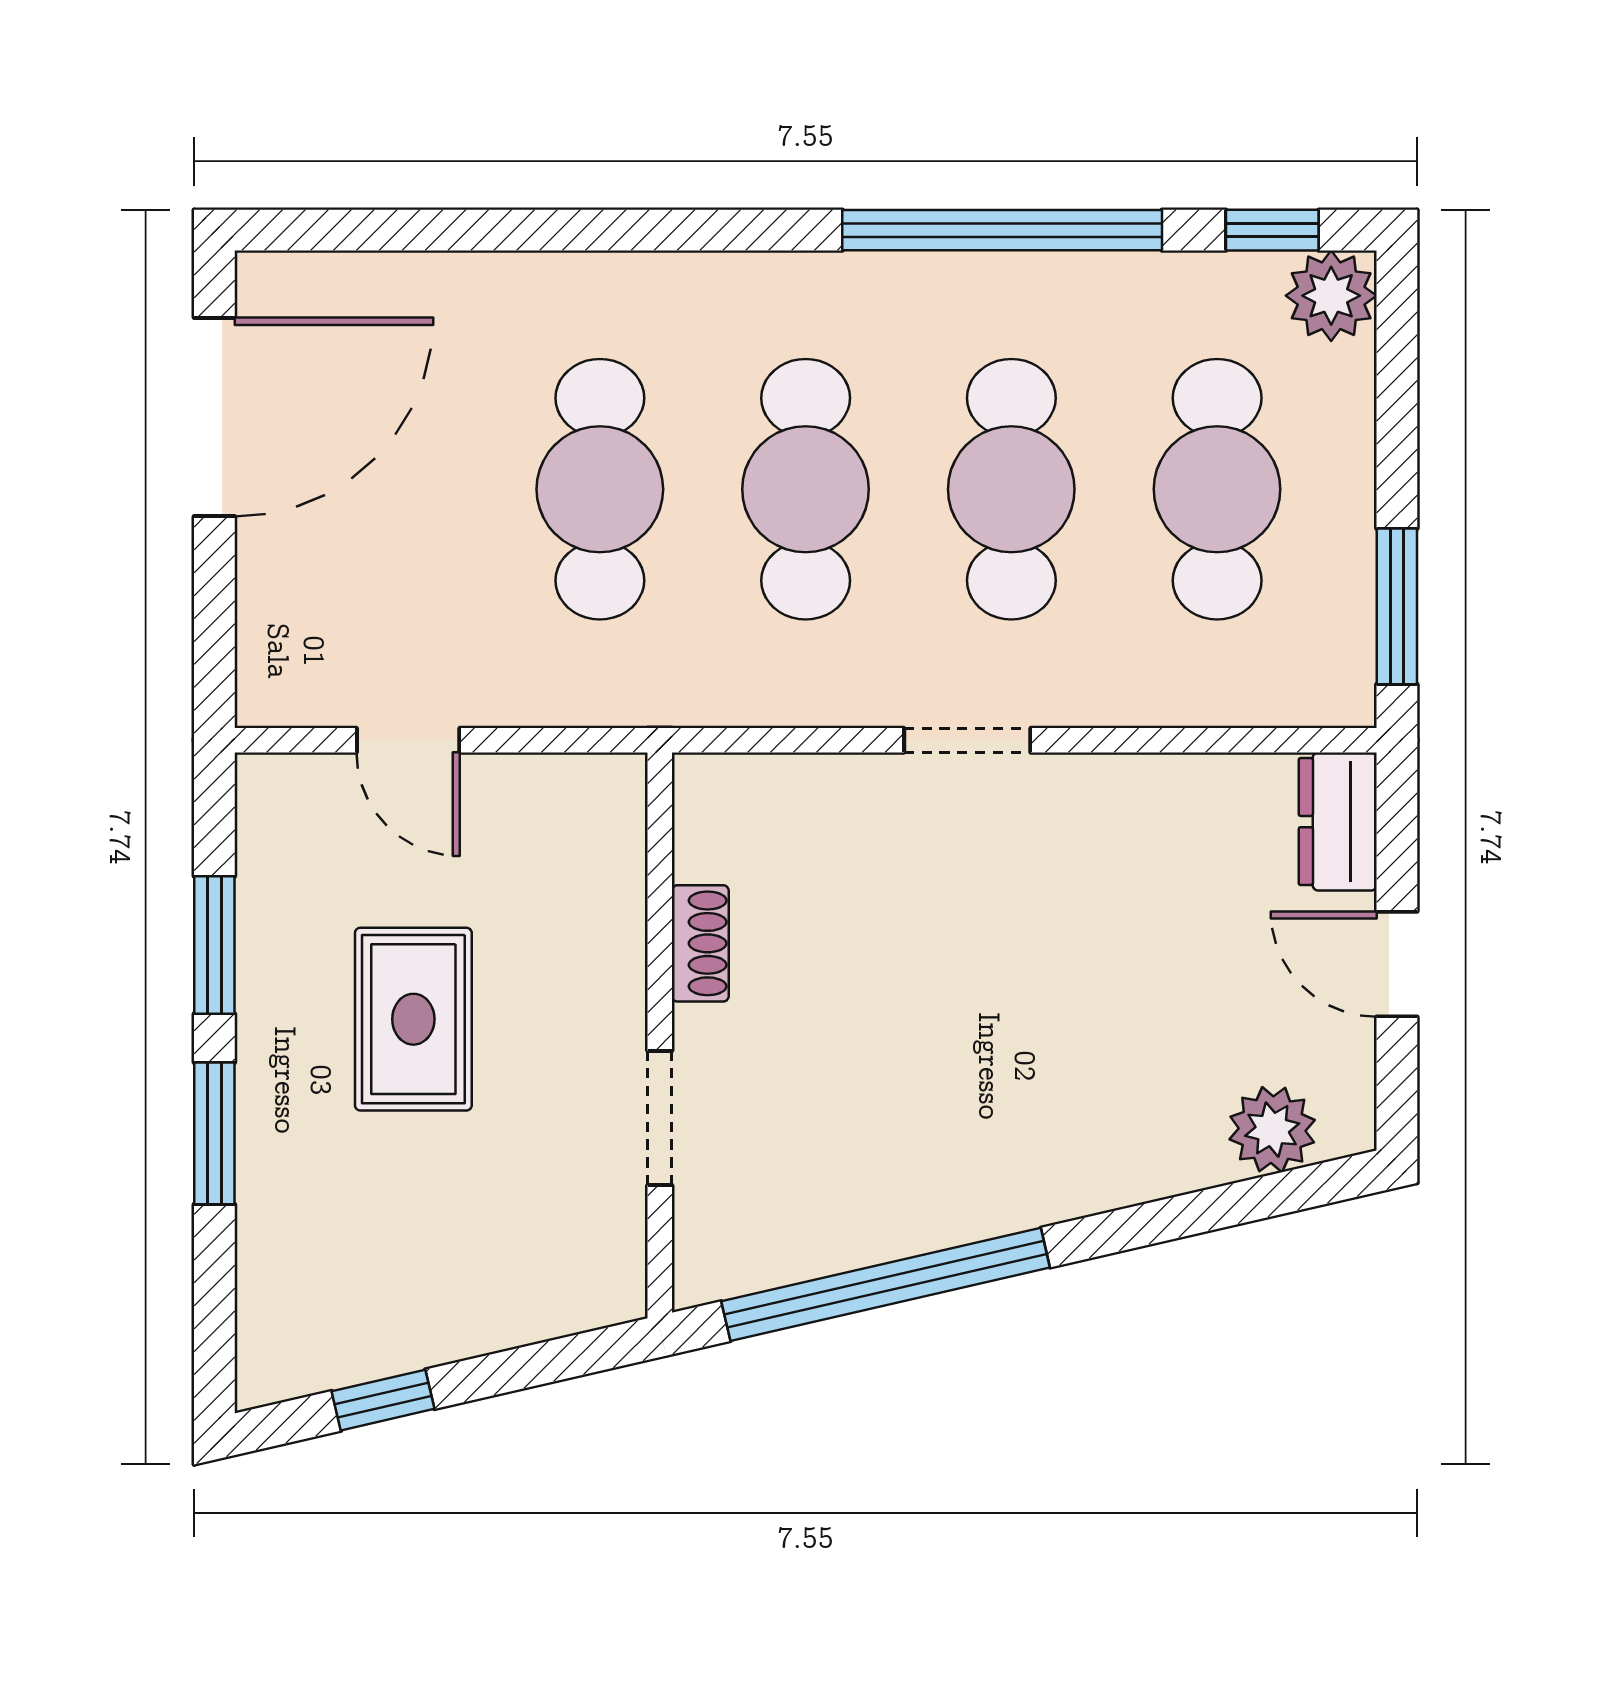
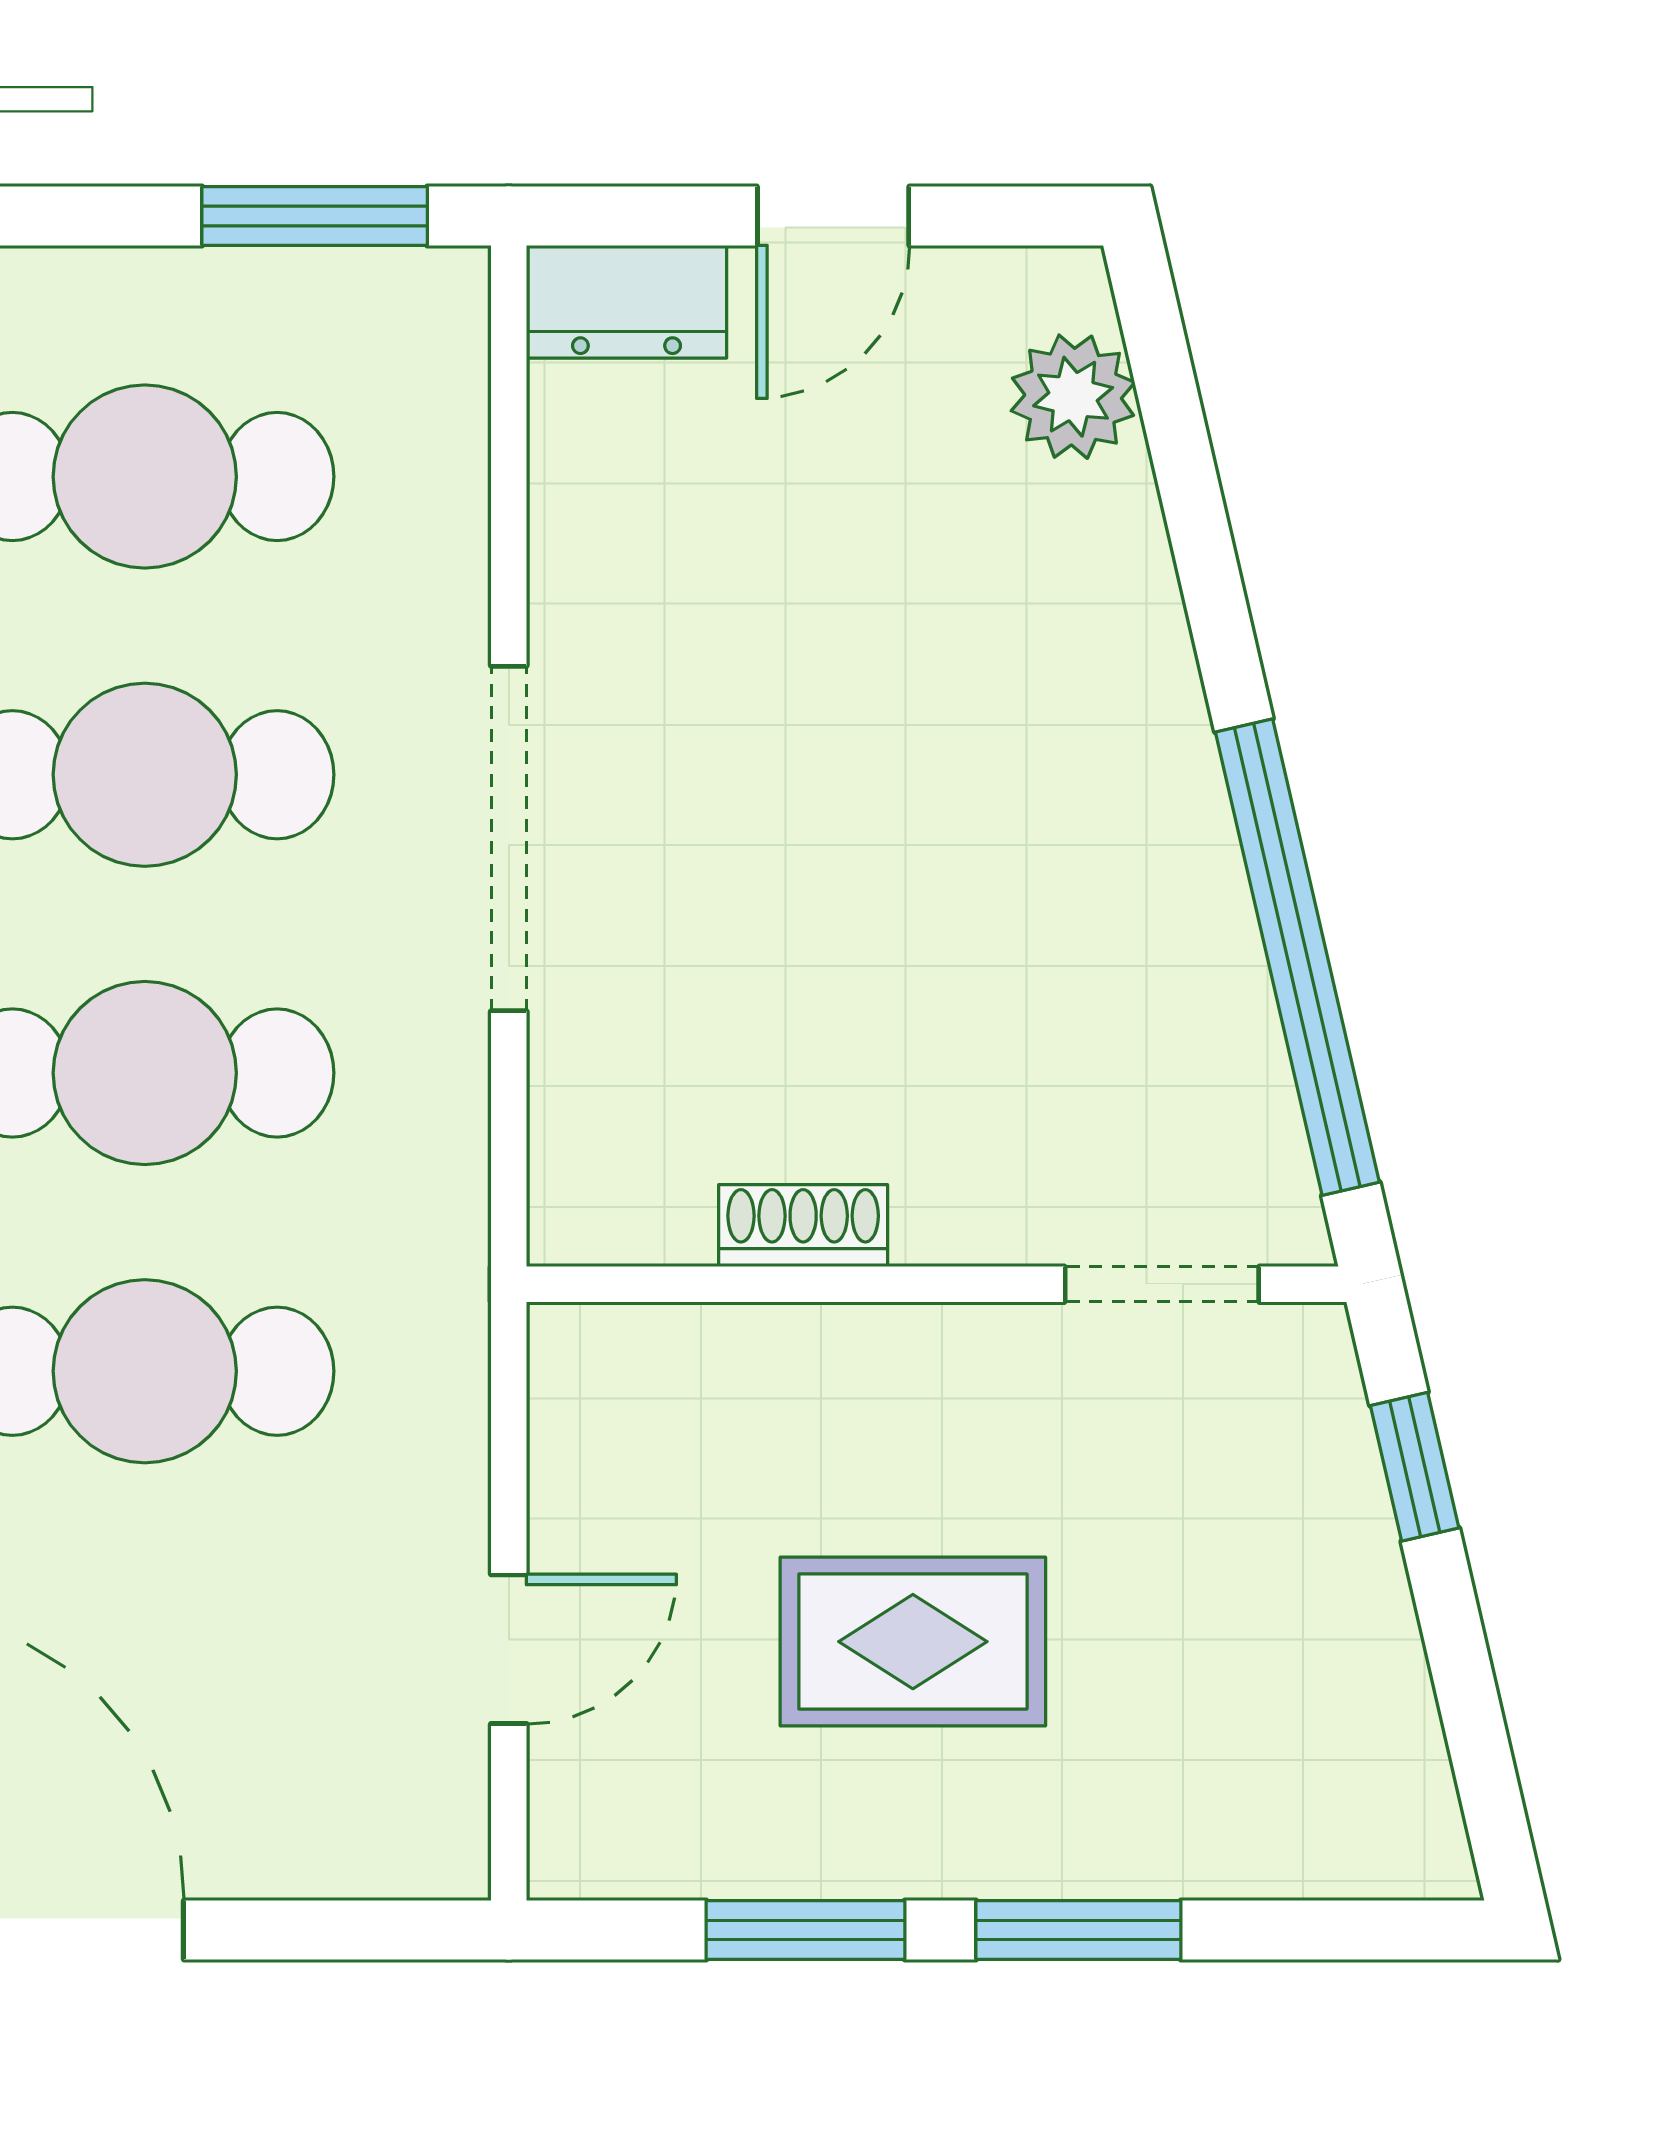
doorway: (967, 740) -> (509, 839), width x1.88
doorway: (660, 1118) -> (1162, 1284), moved
window: (383, 1400) -> (1415, 1467), moved

